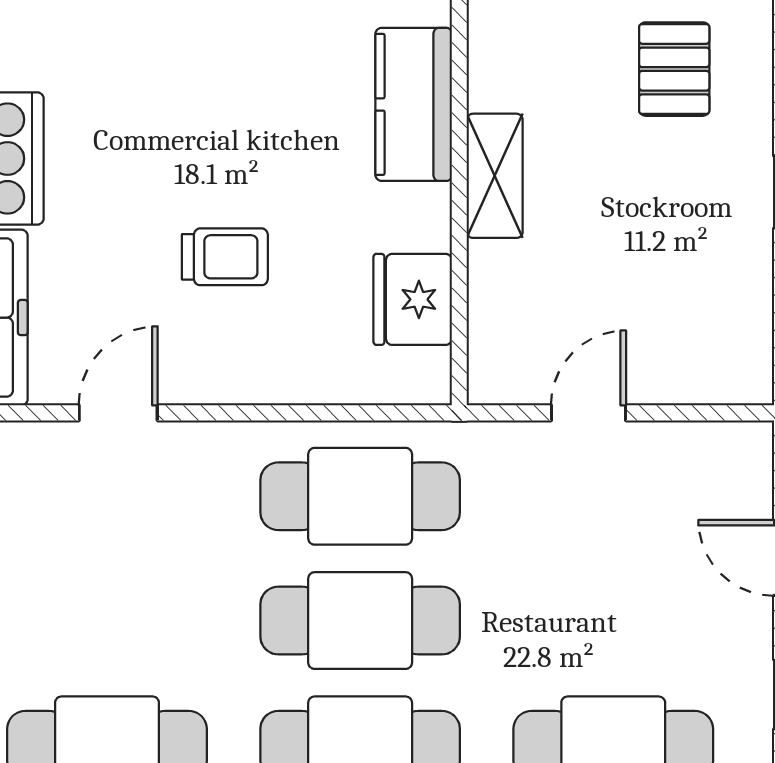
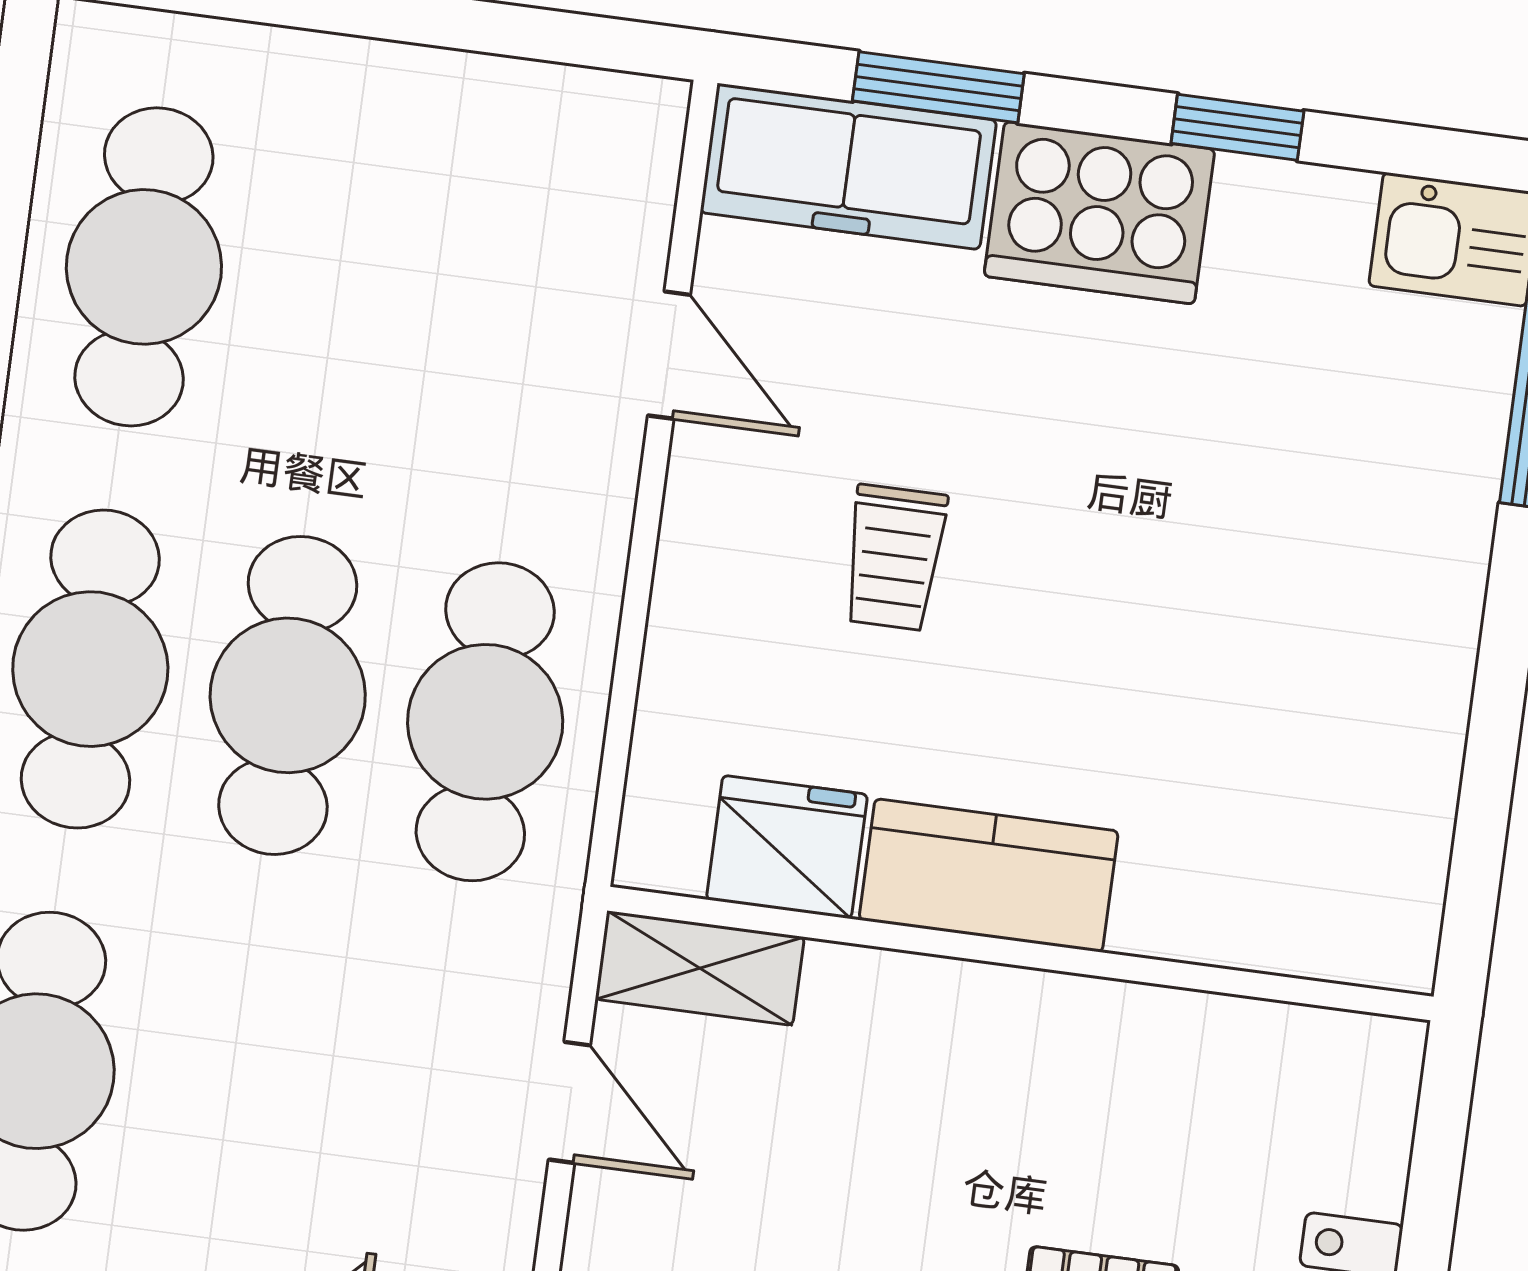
kitchen counter: (414, 104) -> (989, 875), moved
shelving: (495, 176) -> (700, 968), moved

